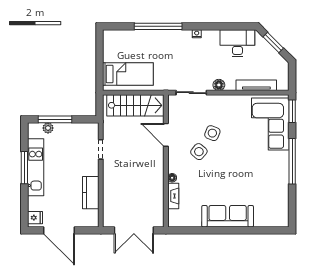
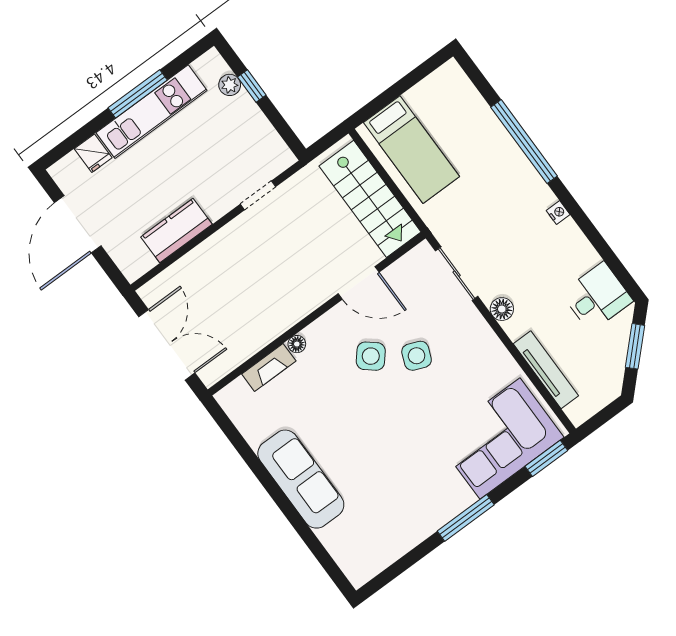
desk: (237, 43) -> (597, 297), width x0.73
window: (55, 119) -> (252, 86), width x0.46
door: (166, 135) -> (359, 283), swing flipped
window: (292, 161) -> (466, 518), width x0.68
fridge: (35, 218) -> (93, 153), moved
double door: (134, 230) -> (167, 345), swing flipped

